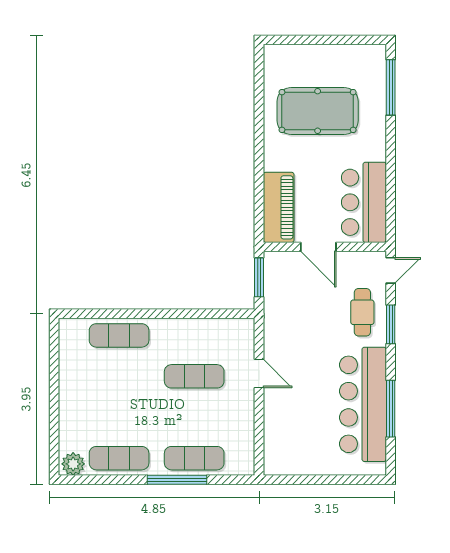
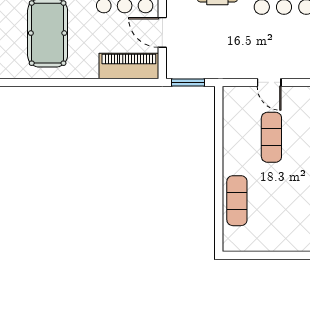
door: (318, 247) -> (162, 32), swing flipped
door: (259, 373) -> (269, 82), swing flipped

